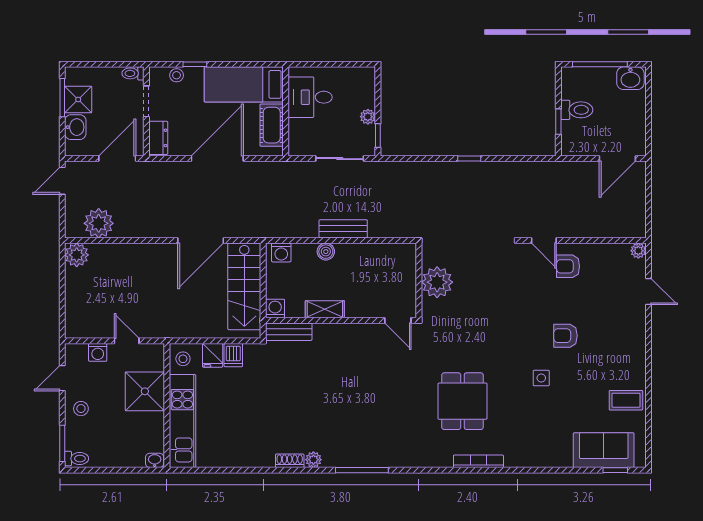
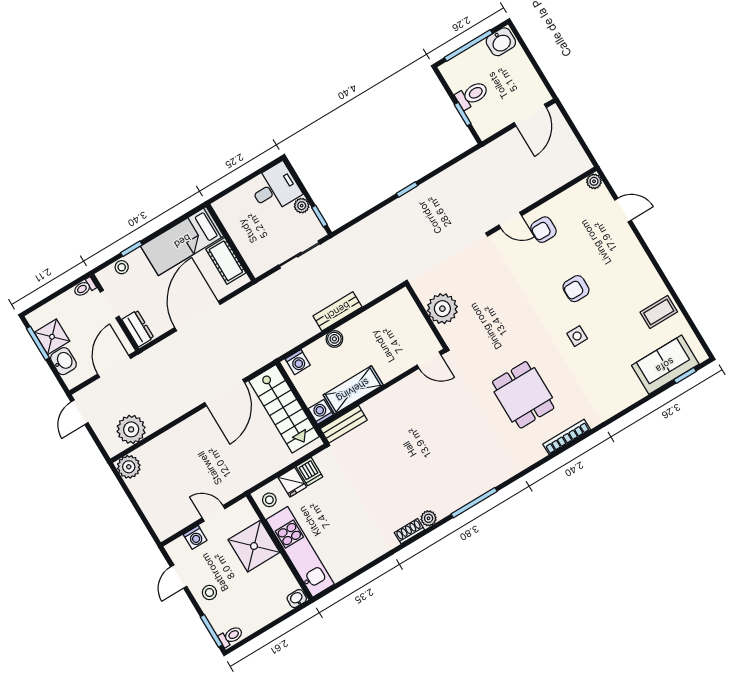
desk: (310, 97) -> (275, 188), moved, turned 180
shelving: (325, 309) -> (353, 390), width x1.50, depth x1.33

